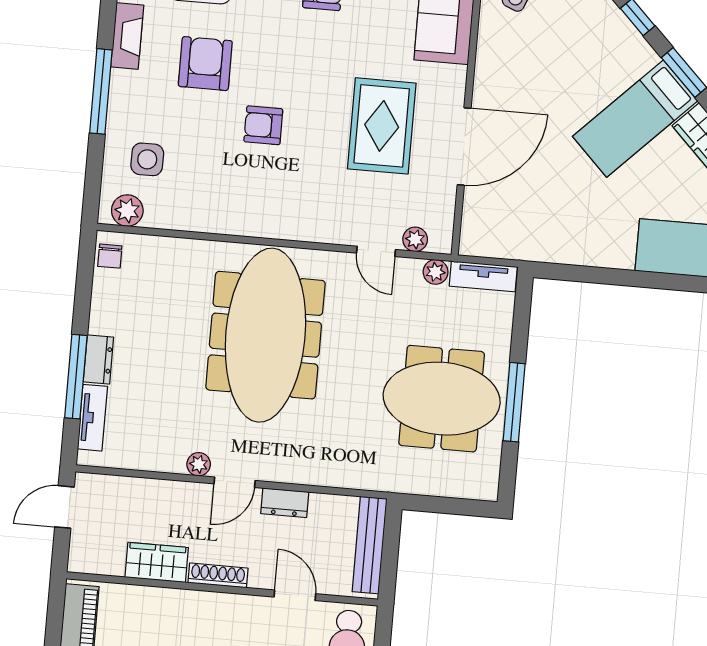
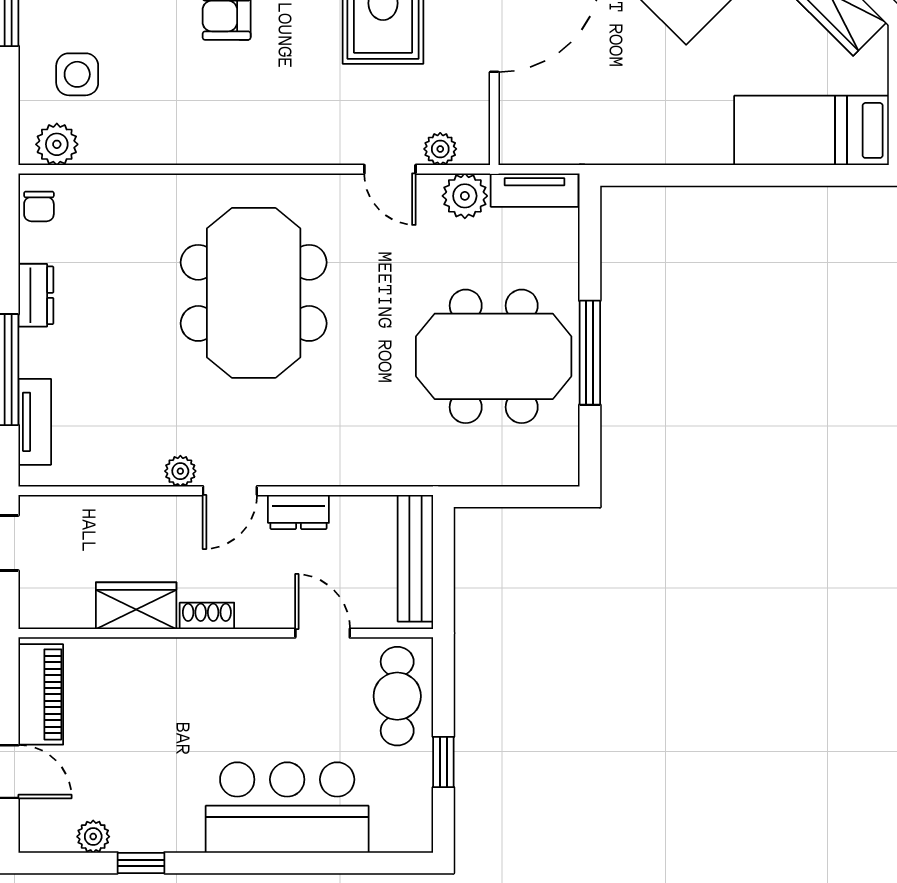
plant: (436, 272) -> (465, 196), width x1.38, depth x1.38
meeting table: (265, 335) -> (254, 293), width x0.73
dresser: (98, 359) -> (36, 295), moved
shoe rack: (218, 575) -> (207, 616), width x0.70

